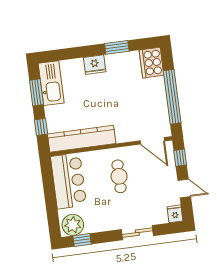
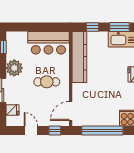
door: (184, 188) -> (31, 130), swing flipped
fridge: (175, 214) -> (12, 110), moved
plant: (73, 225) -> (14, 68), moved

